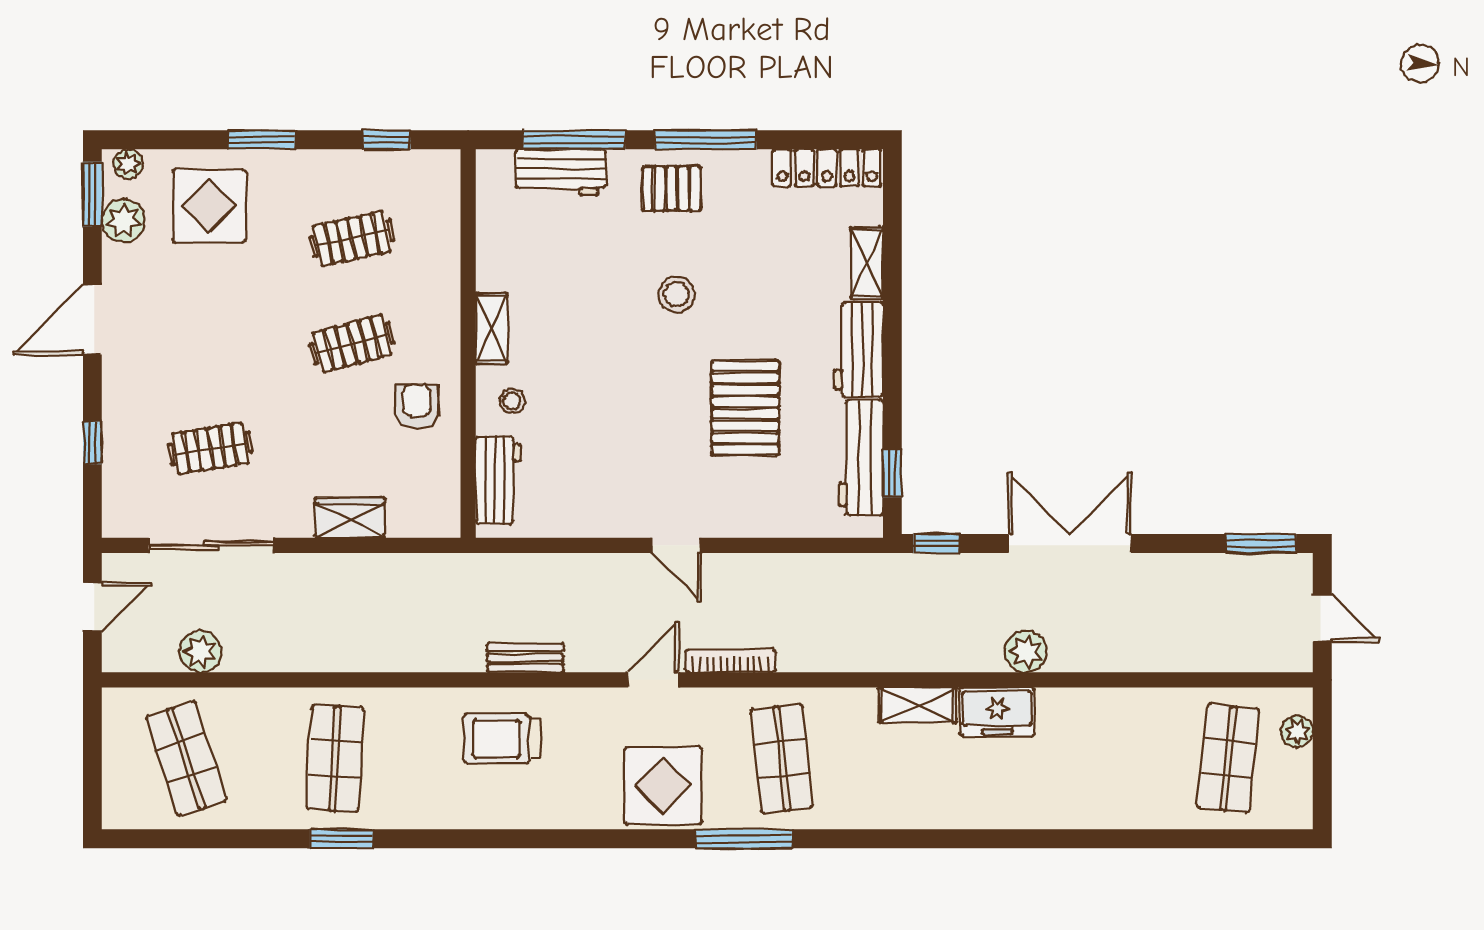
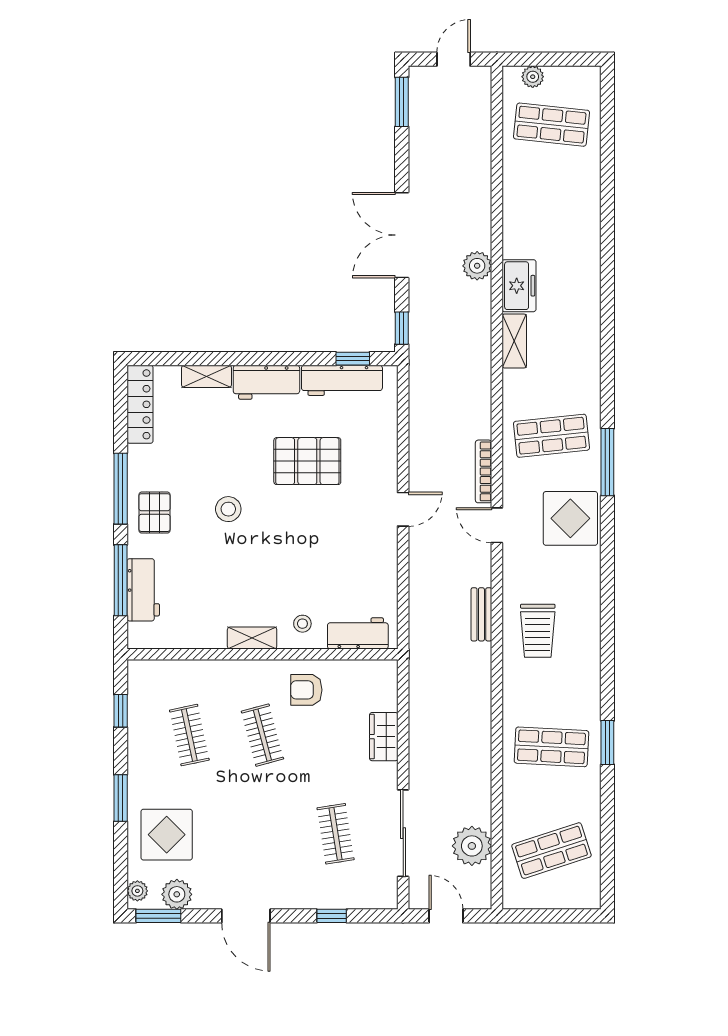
plant: (200, 652) -> (472, 846), width x1.36, depth x1.36

